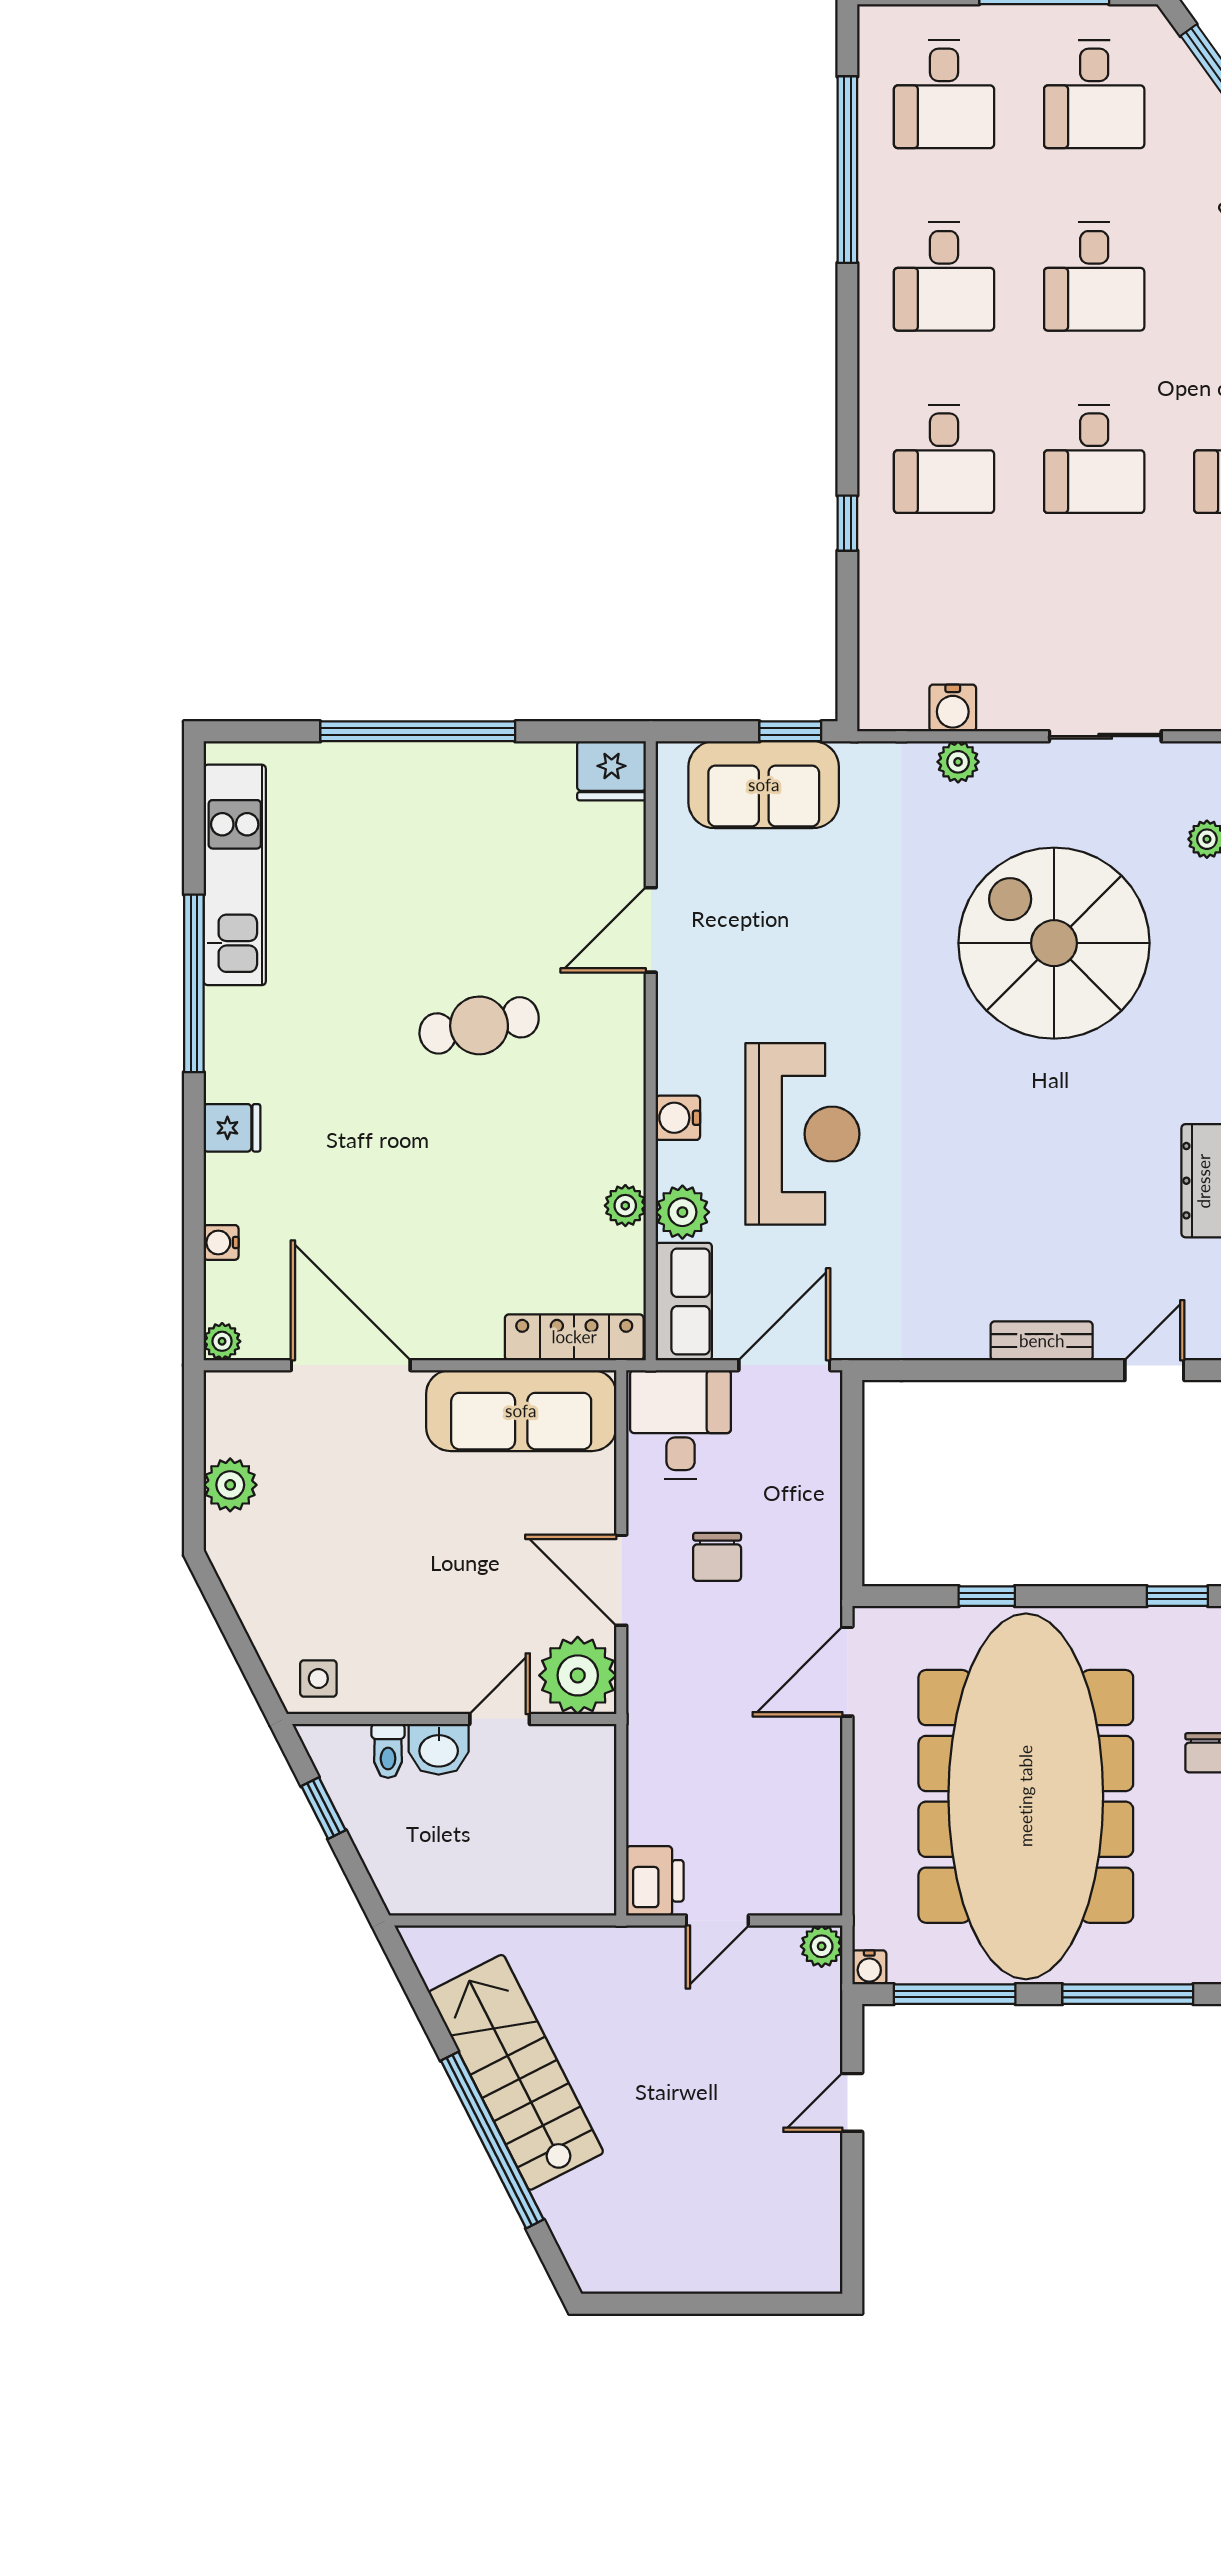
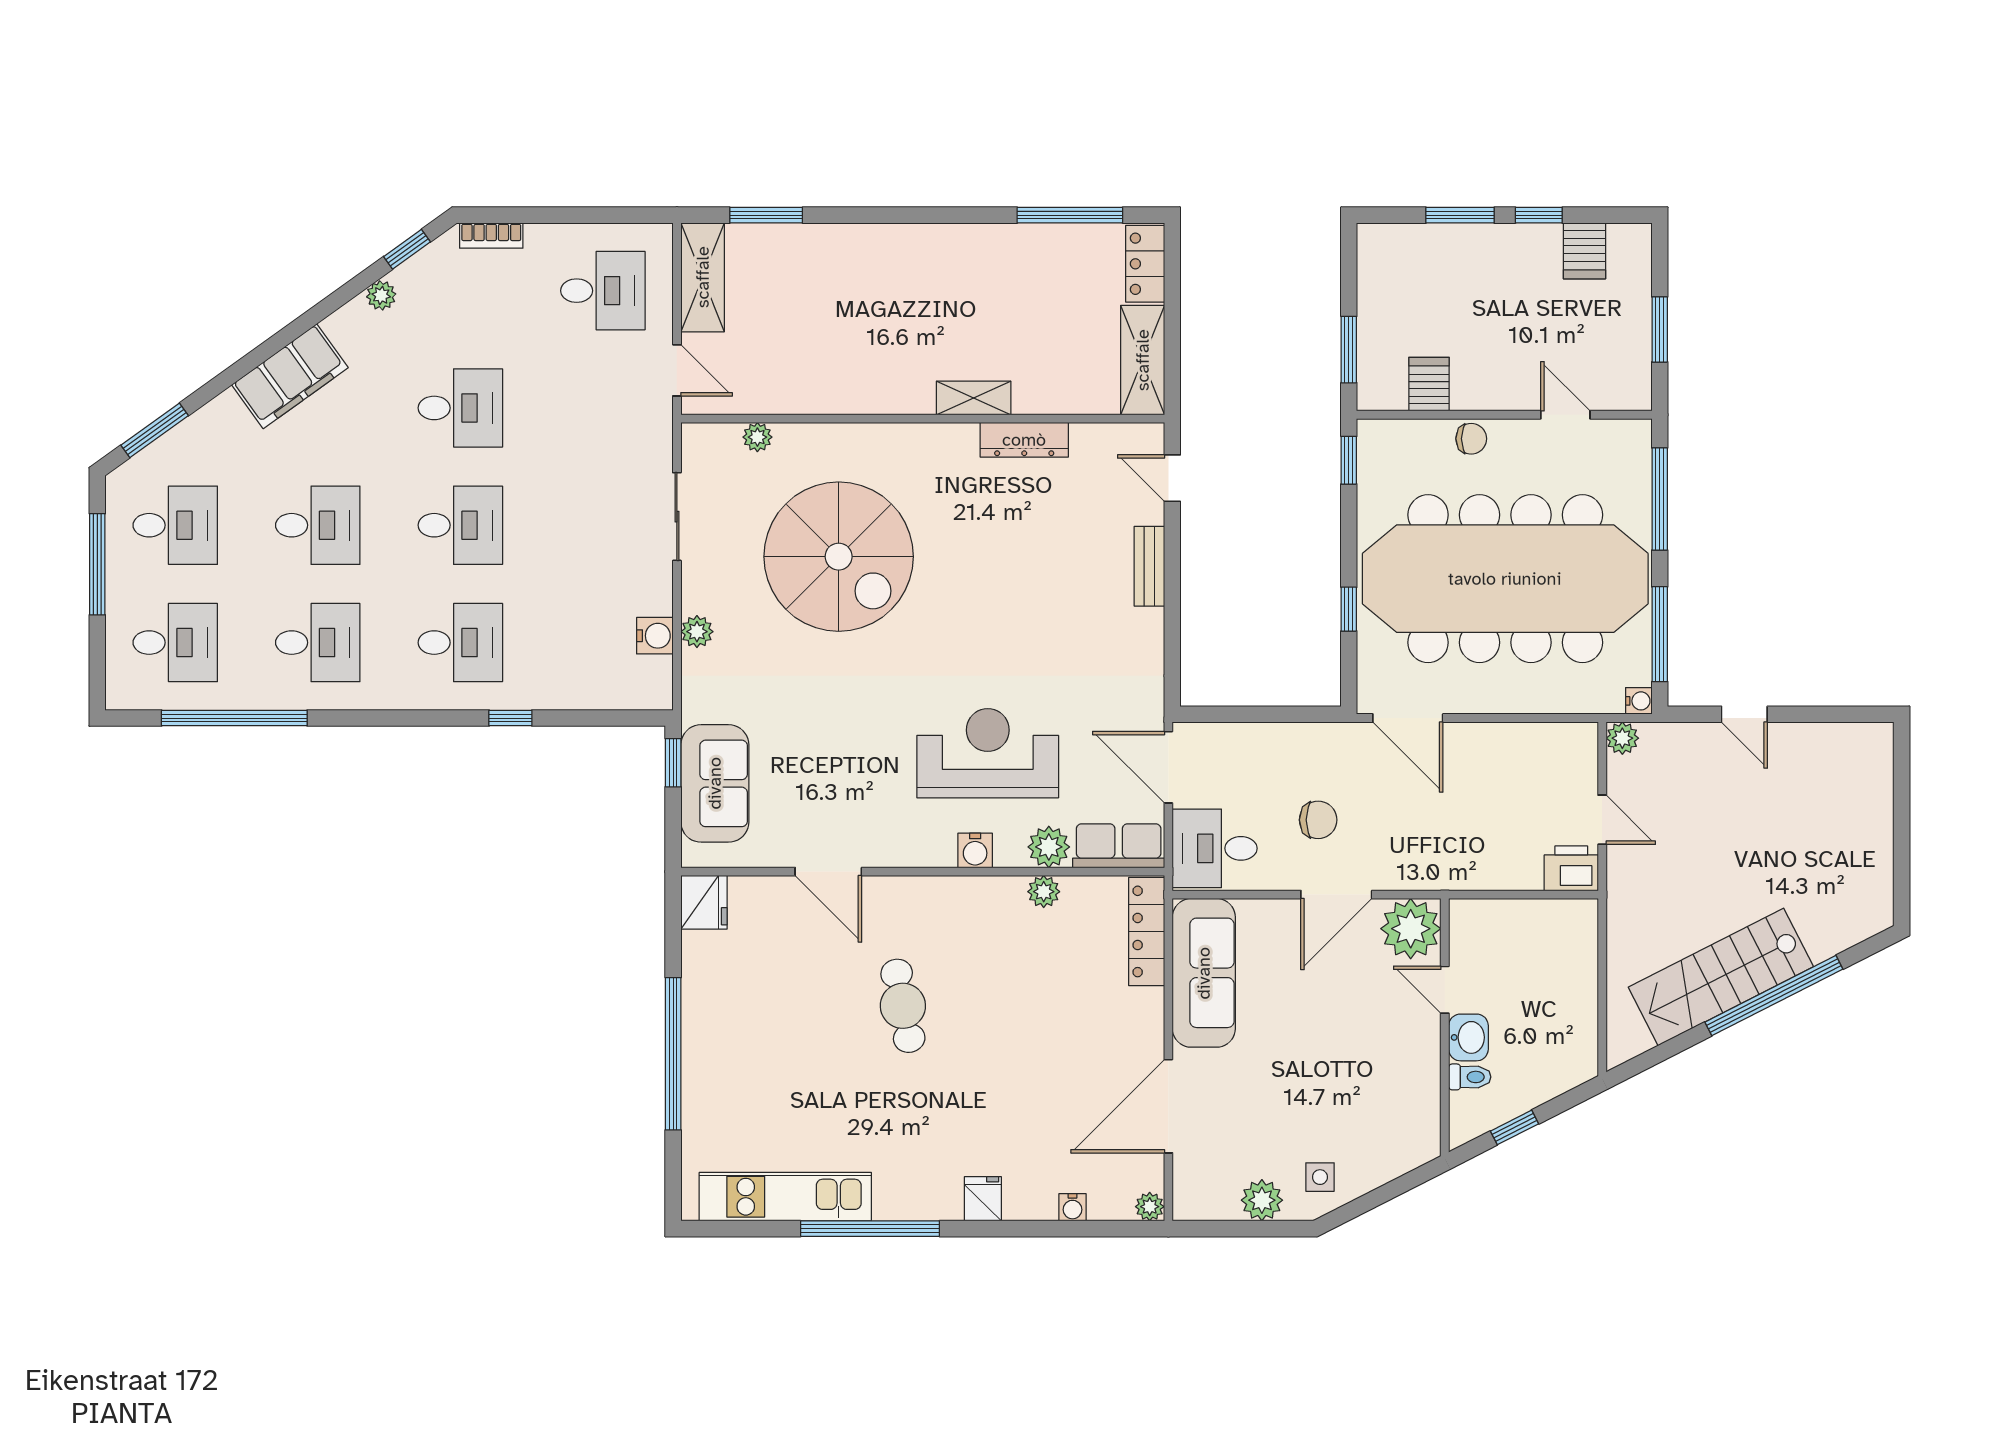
spiral stairs: (1054, 943) -> (839, 557), turned -90
side table: (318, 1679) -> (1320, 1177), moved

